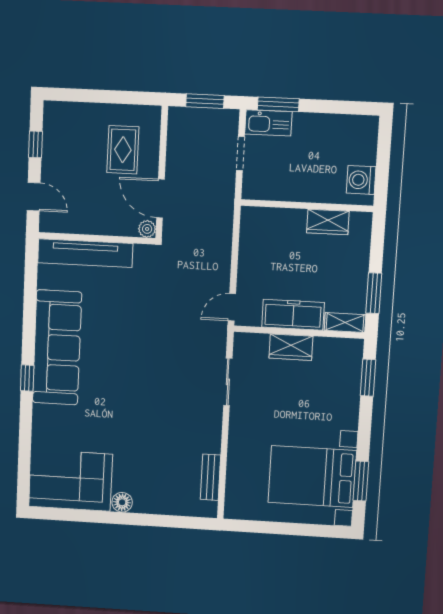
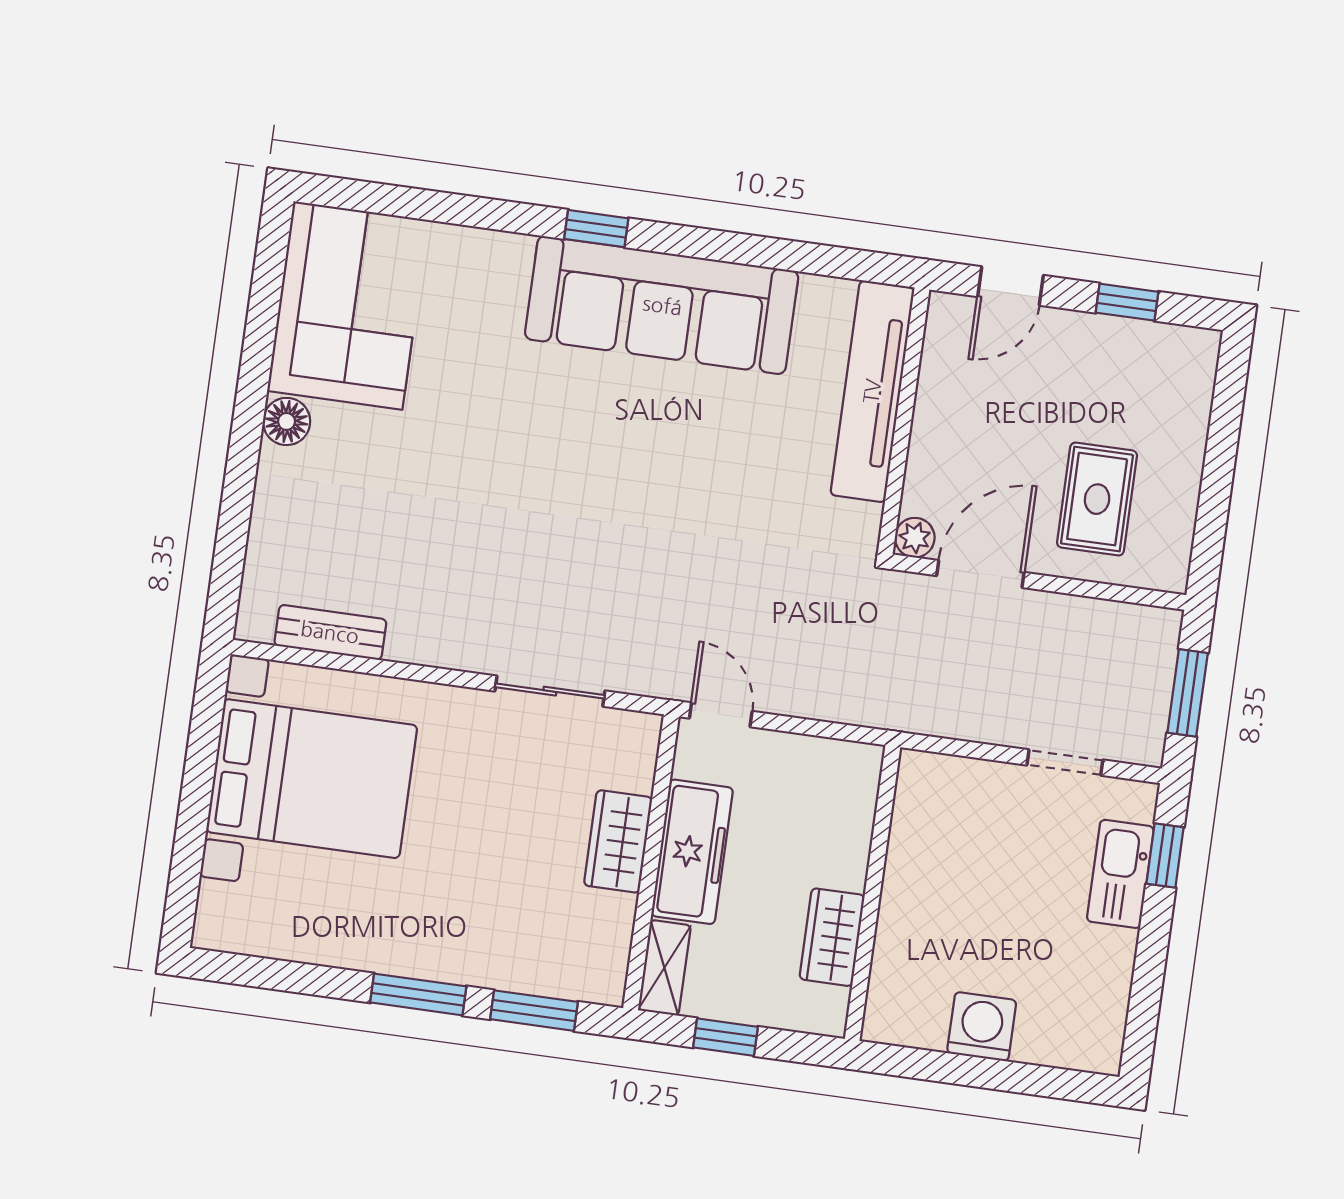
window: (278, 104) -> (1165, 856), width x0.67
kitchen sink: (268, 123) -> (1120, 874), moved
rug: (123, 150) -> (1097, 499), turned 90
wall: (307, 206) -> (873, 893), moved
wardrobe: (328, 222) -> (832, 937), moved
window: (374, 293) -> (726, 1037), width x0.67
bed with nightstands: (312, 477) -> (312, 779), moved, turned 90
window: (361, 481) -> (418, 994), moved

